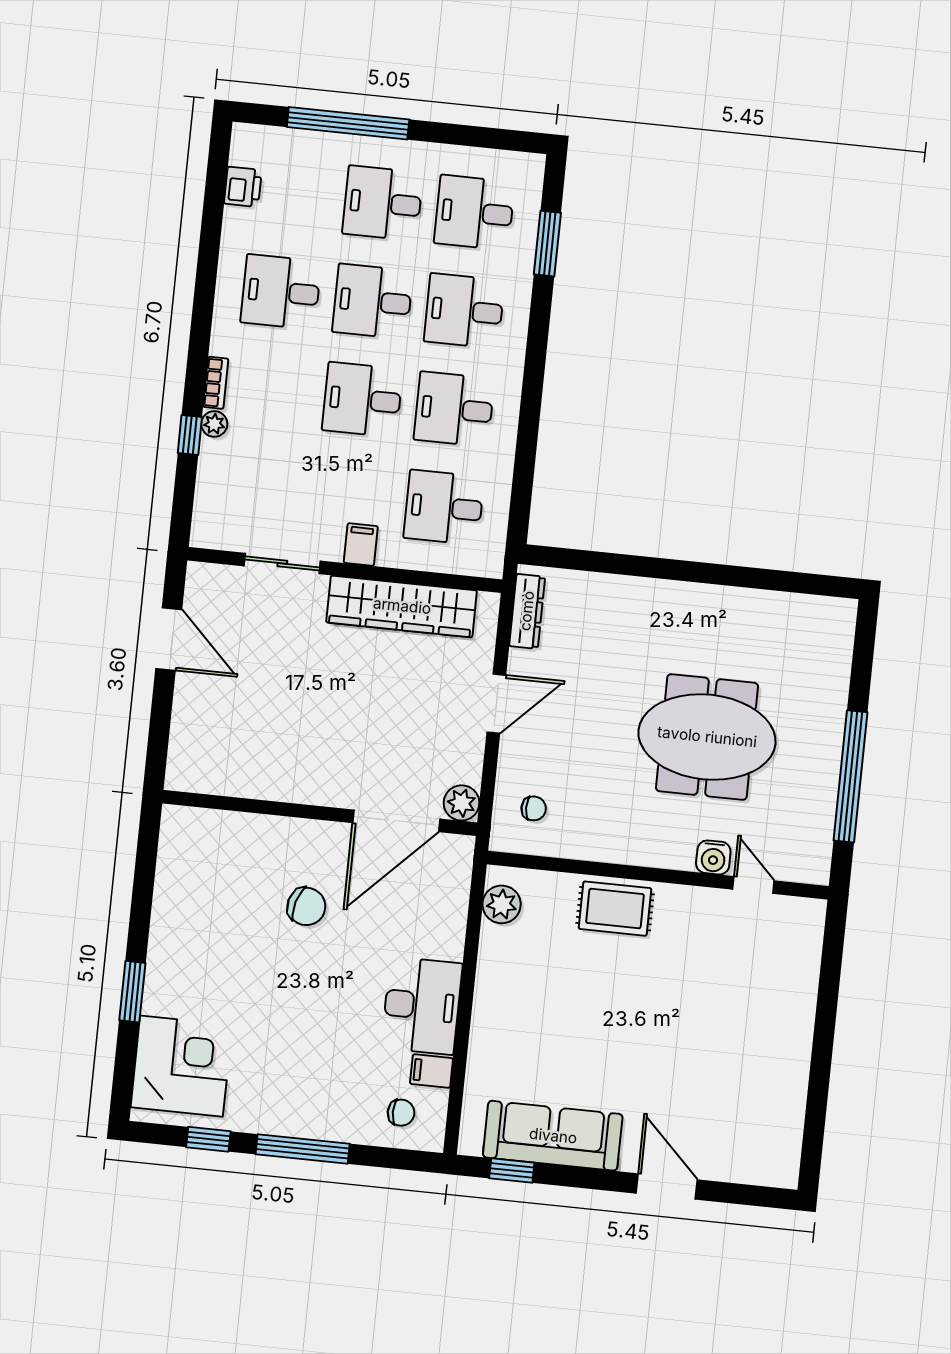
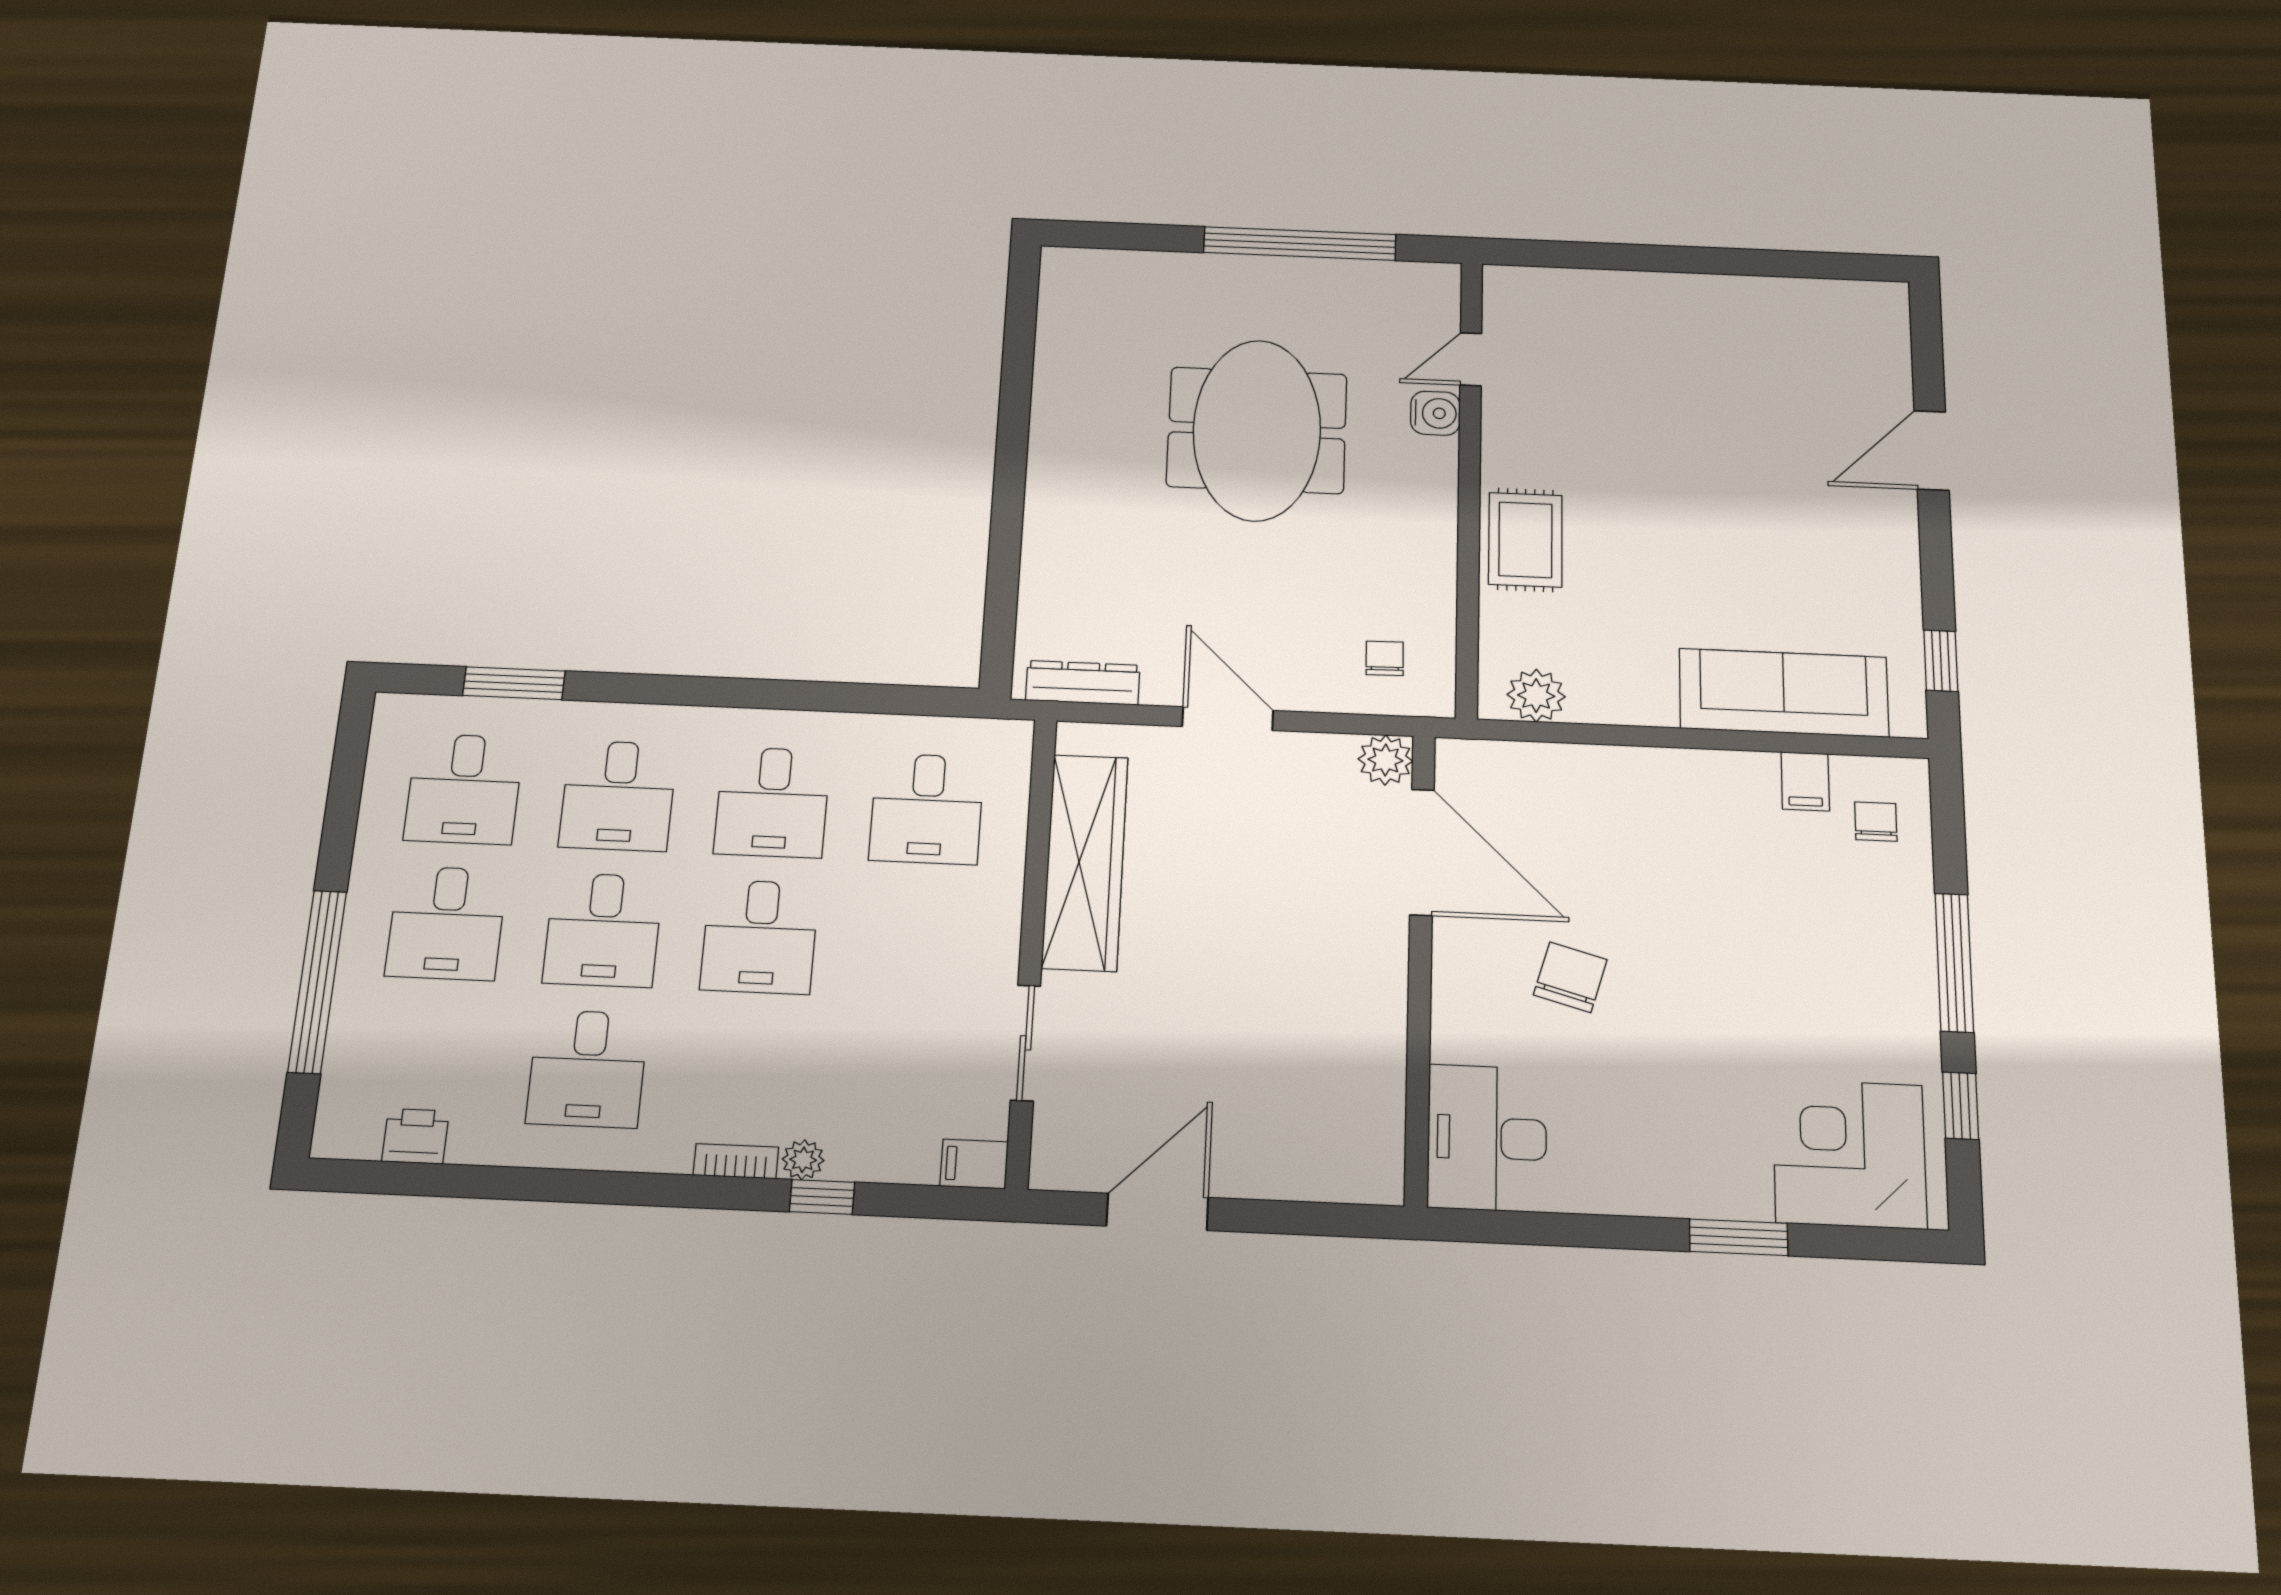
filing cabinet: (361, 545) -> (974, 1164), moved
desk: (422, 1006) -> (1487, 1138), moved, turned -90
sofa: (553, 1136) -> (1784, 693), moved, turned 90

